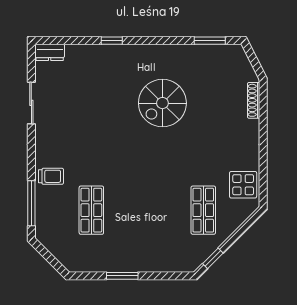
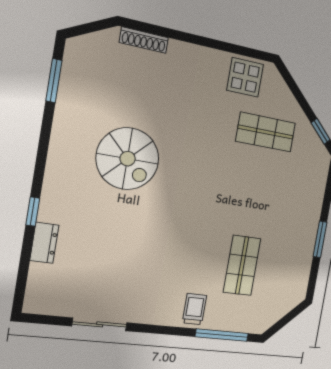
dresser: (50, 52) -> (44, 243), moved
shop shelf: (91, 210) -> (242, 265), turned 90

